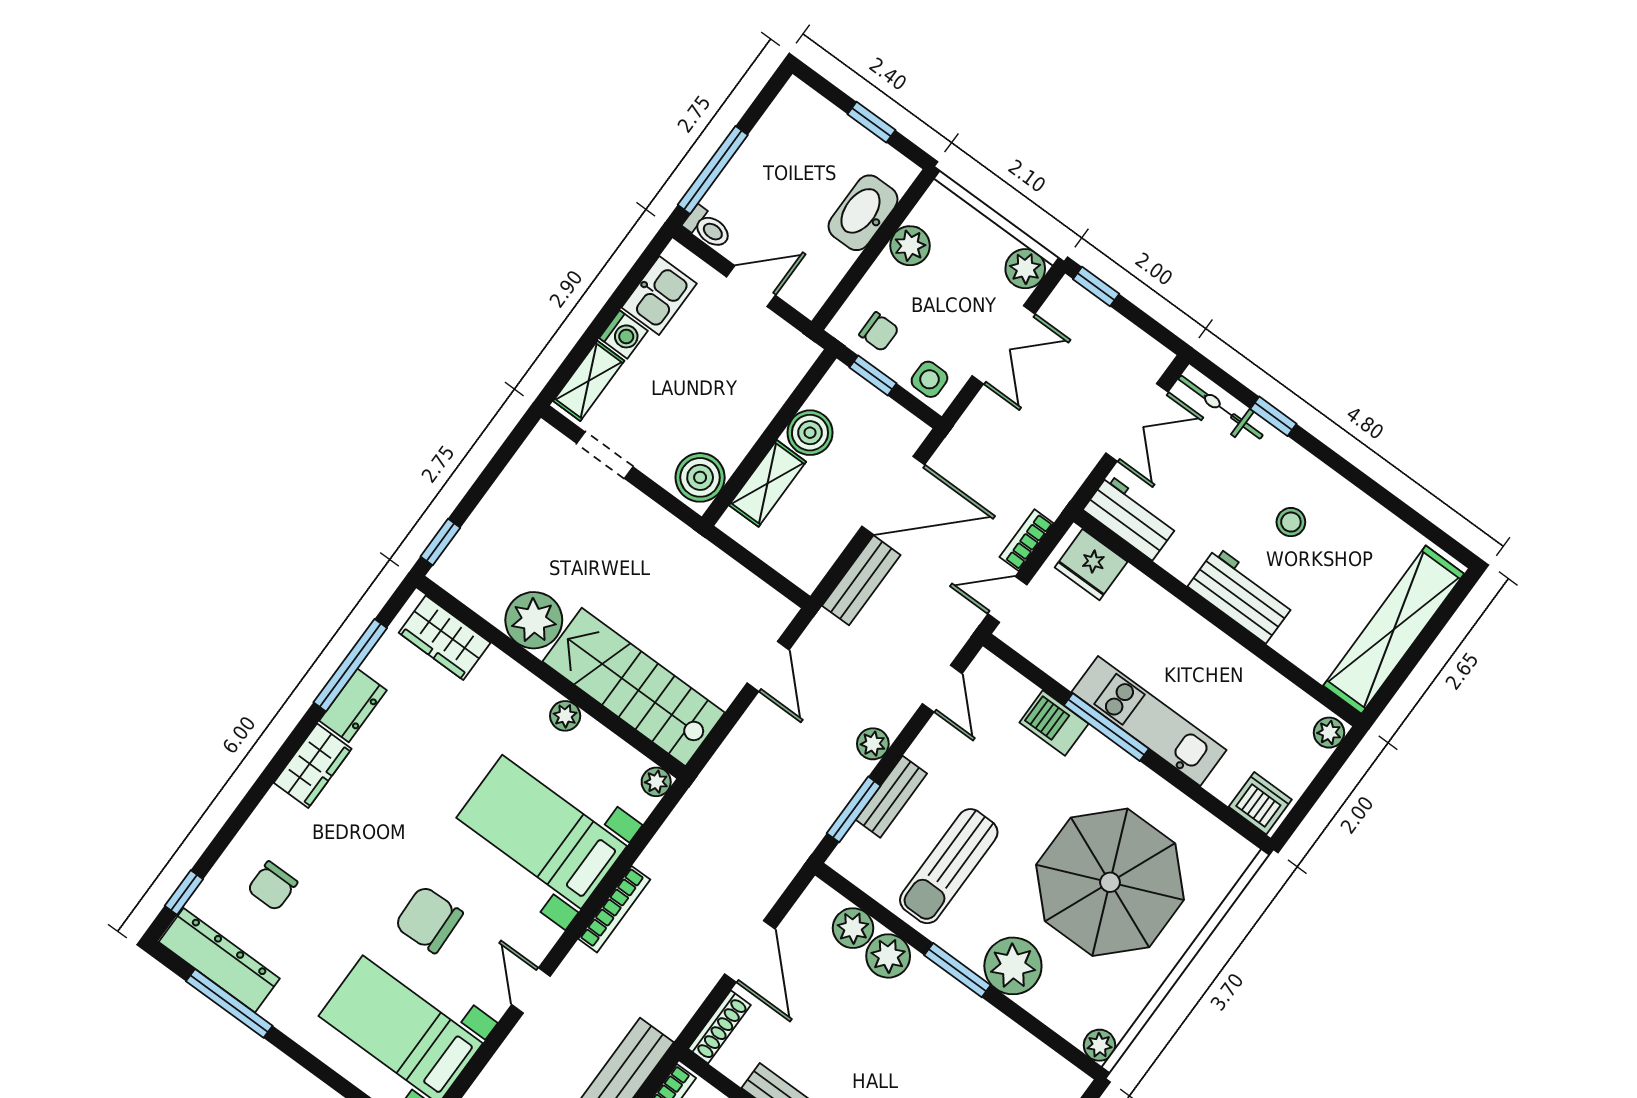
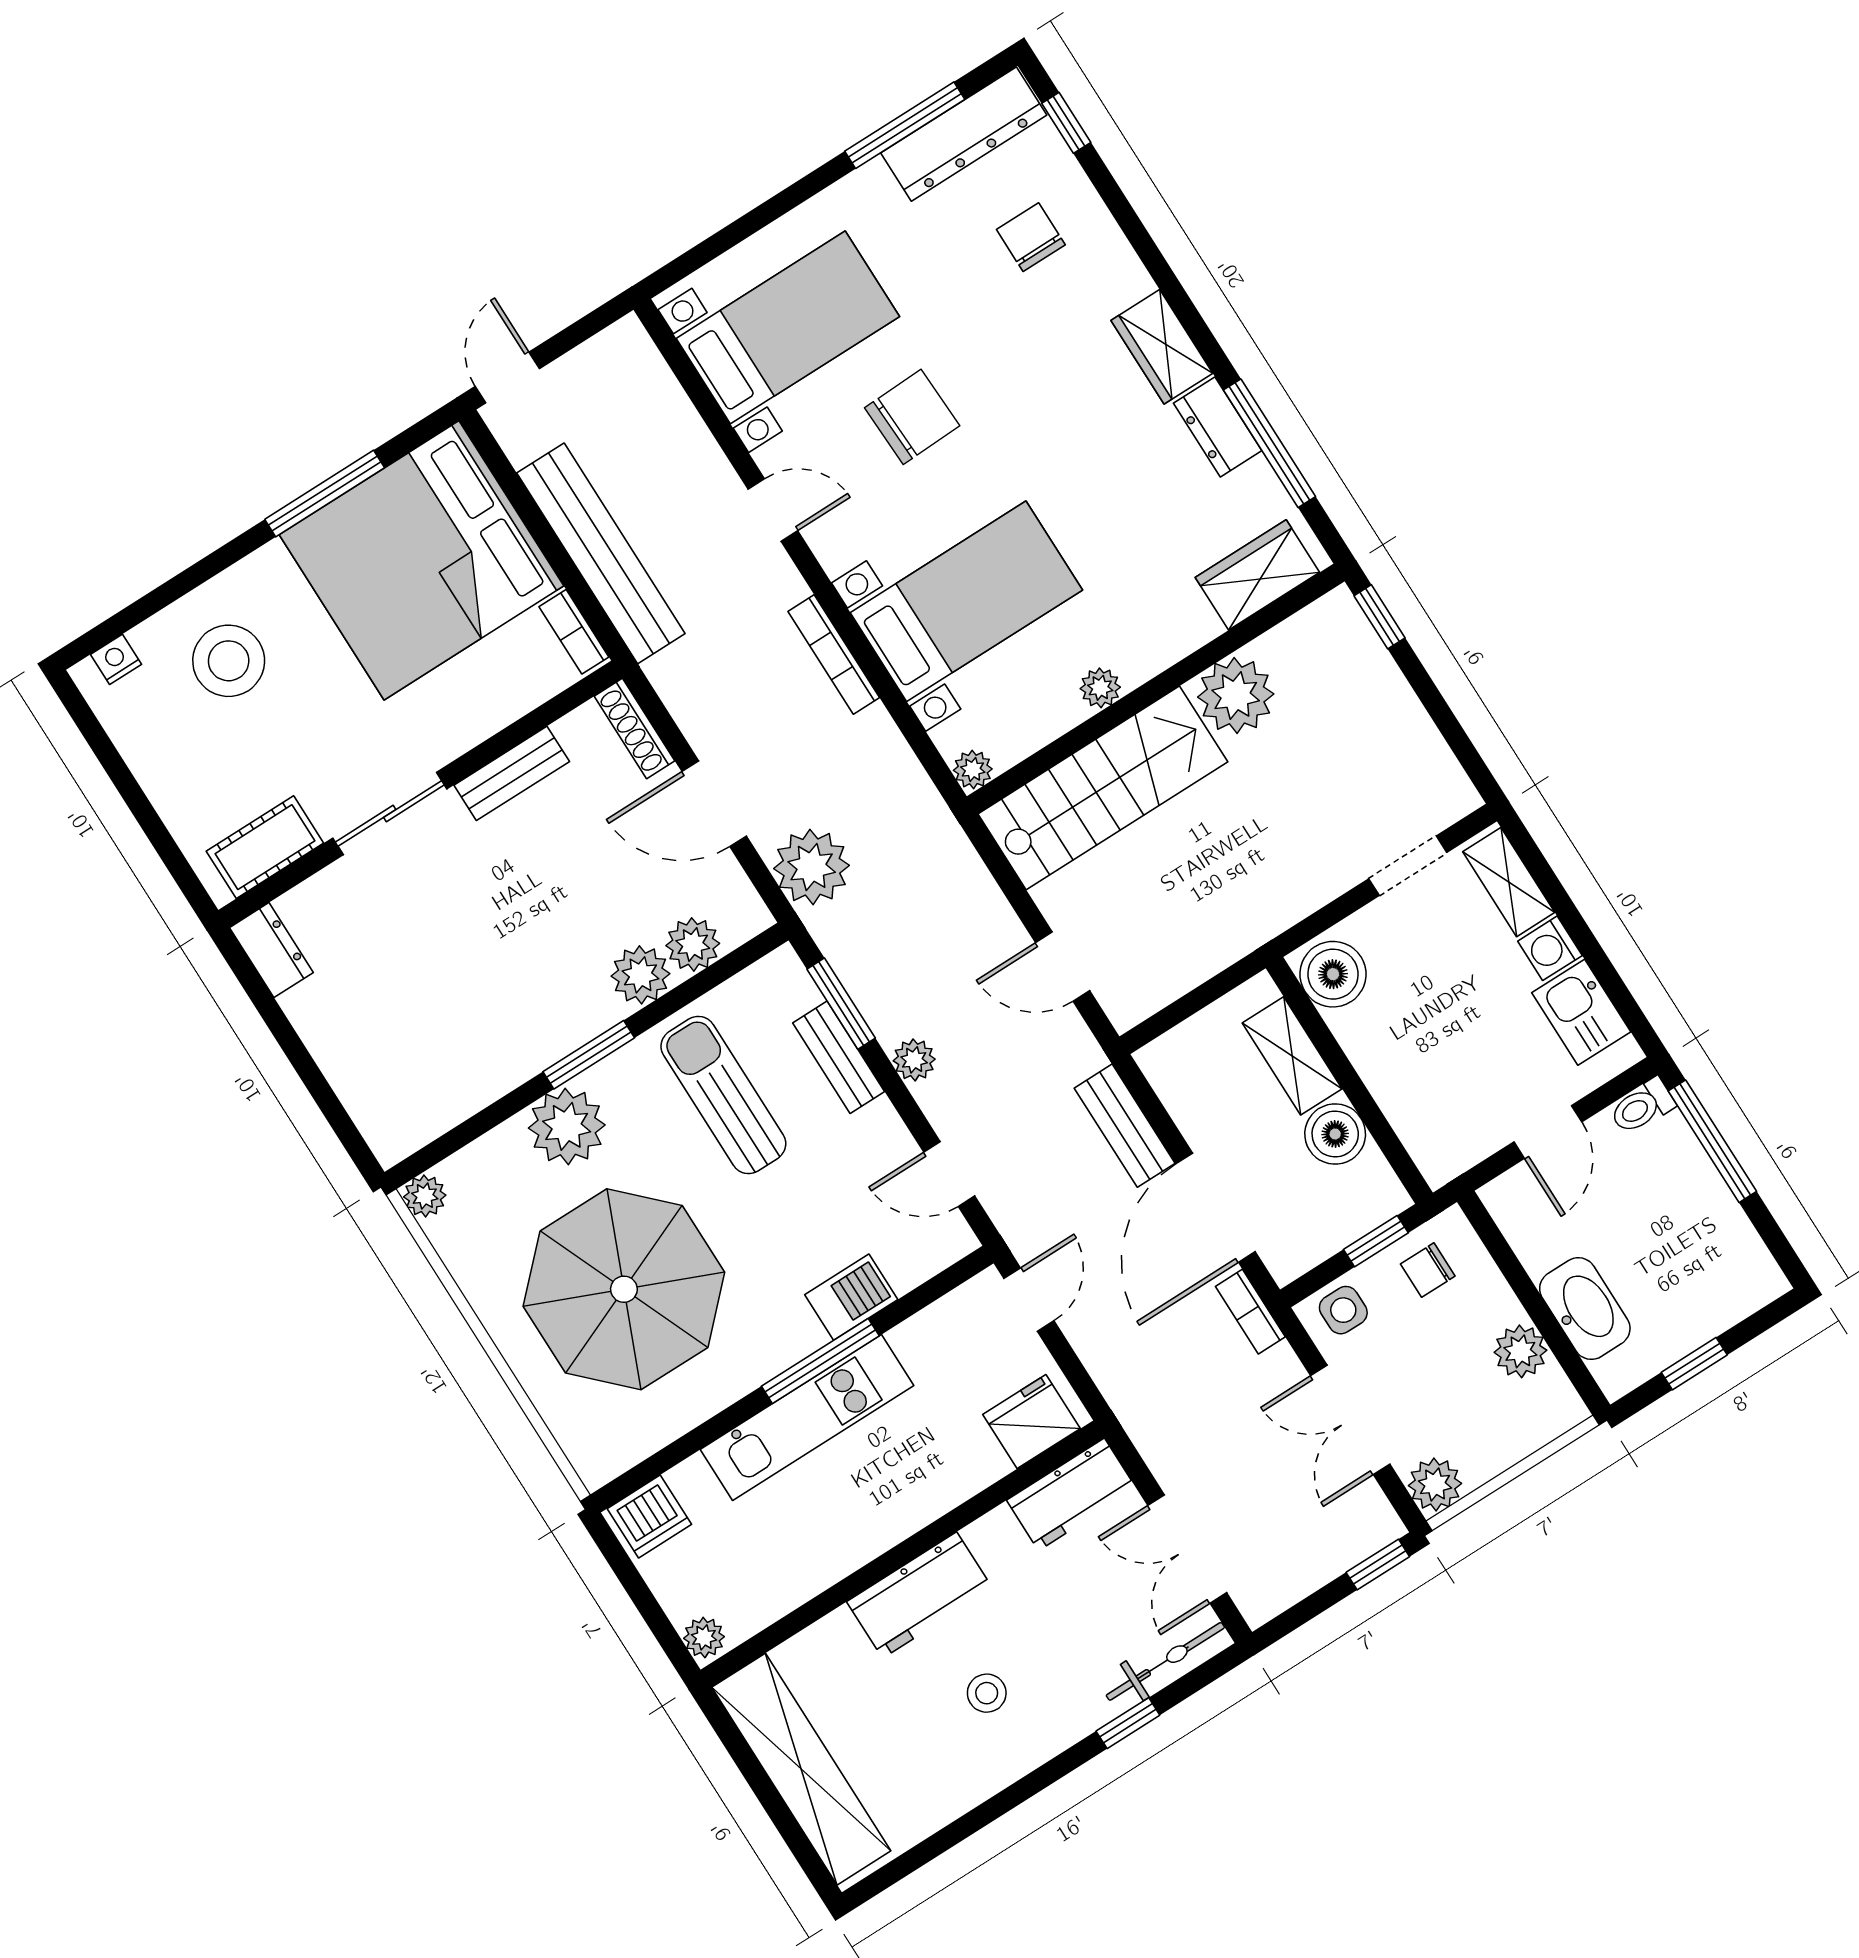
bookcase: (1027, 540) -> (1250, 1312), moved, turned 180
plant: (767, 867) -> (812, 867), added

